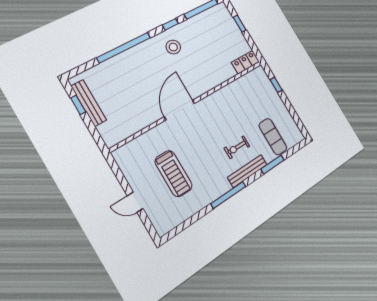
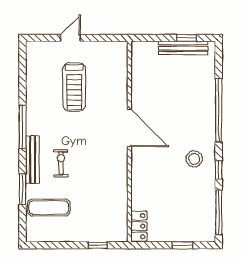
treadmill: (174, 174) -> (74, 87), turned -90

